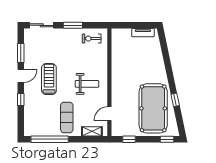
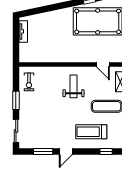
door: (21, 76) -> (66, 152), swing flipped
treadmill: (49, 79) -> (91, 132), moved
window: (21, 99) -> (106, 152), moved

